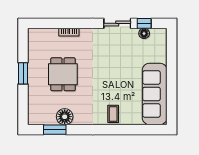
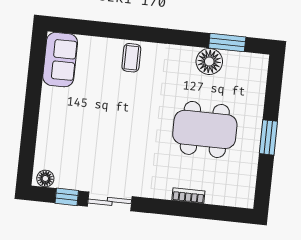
floor lamp: (144, 33) -> (45, 178), moved
dining table: (63, 74) -> (205, 129), width x1.38
sofa: (155, 94) -> (60, 60), width x0.54, depth x0.79

